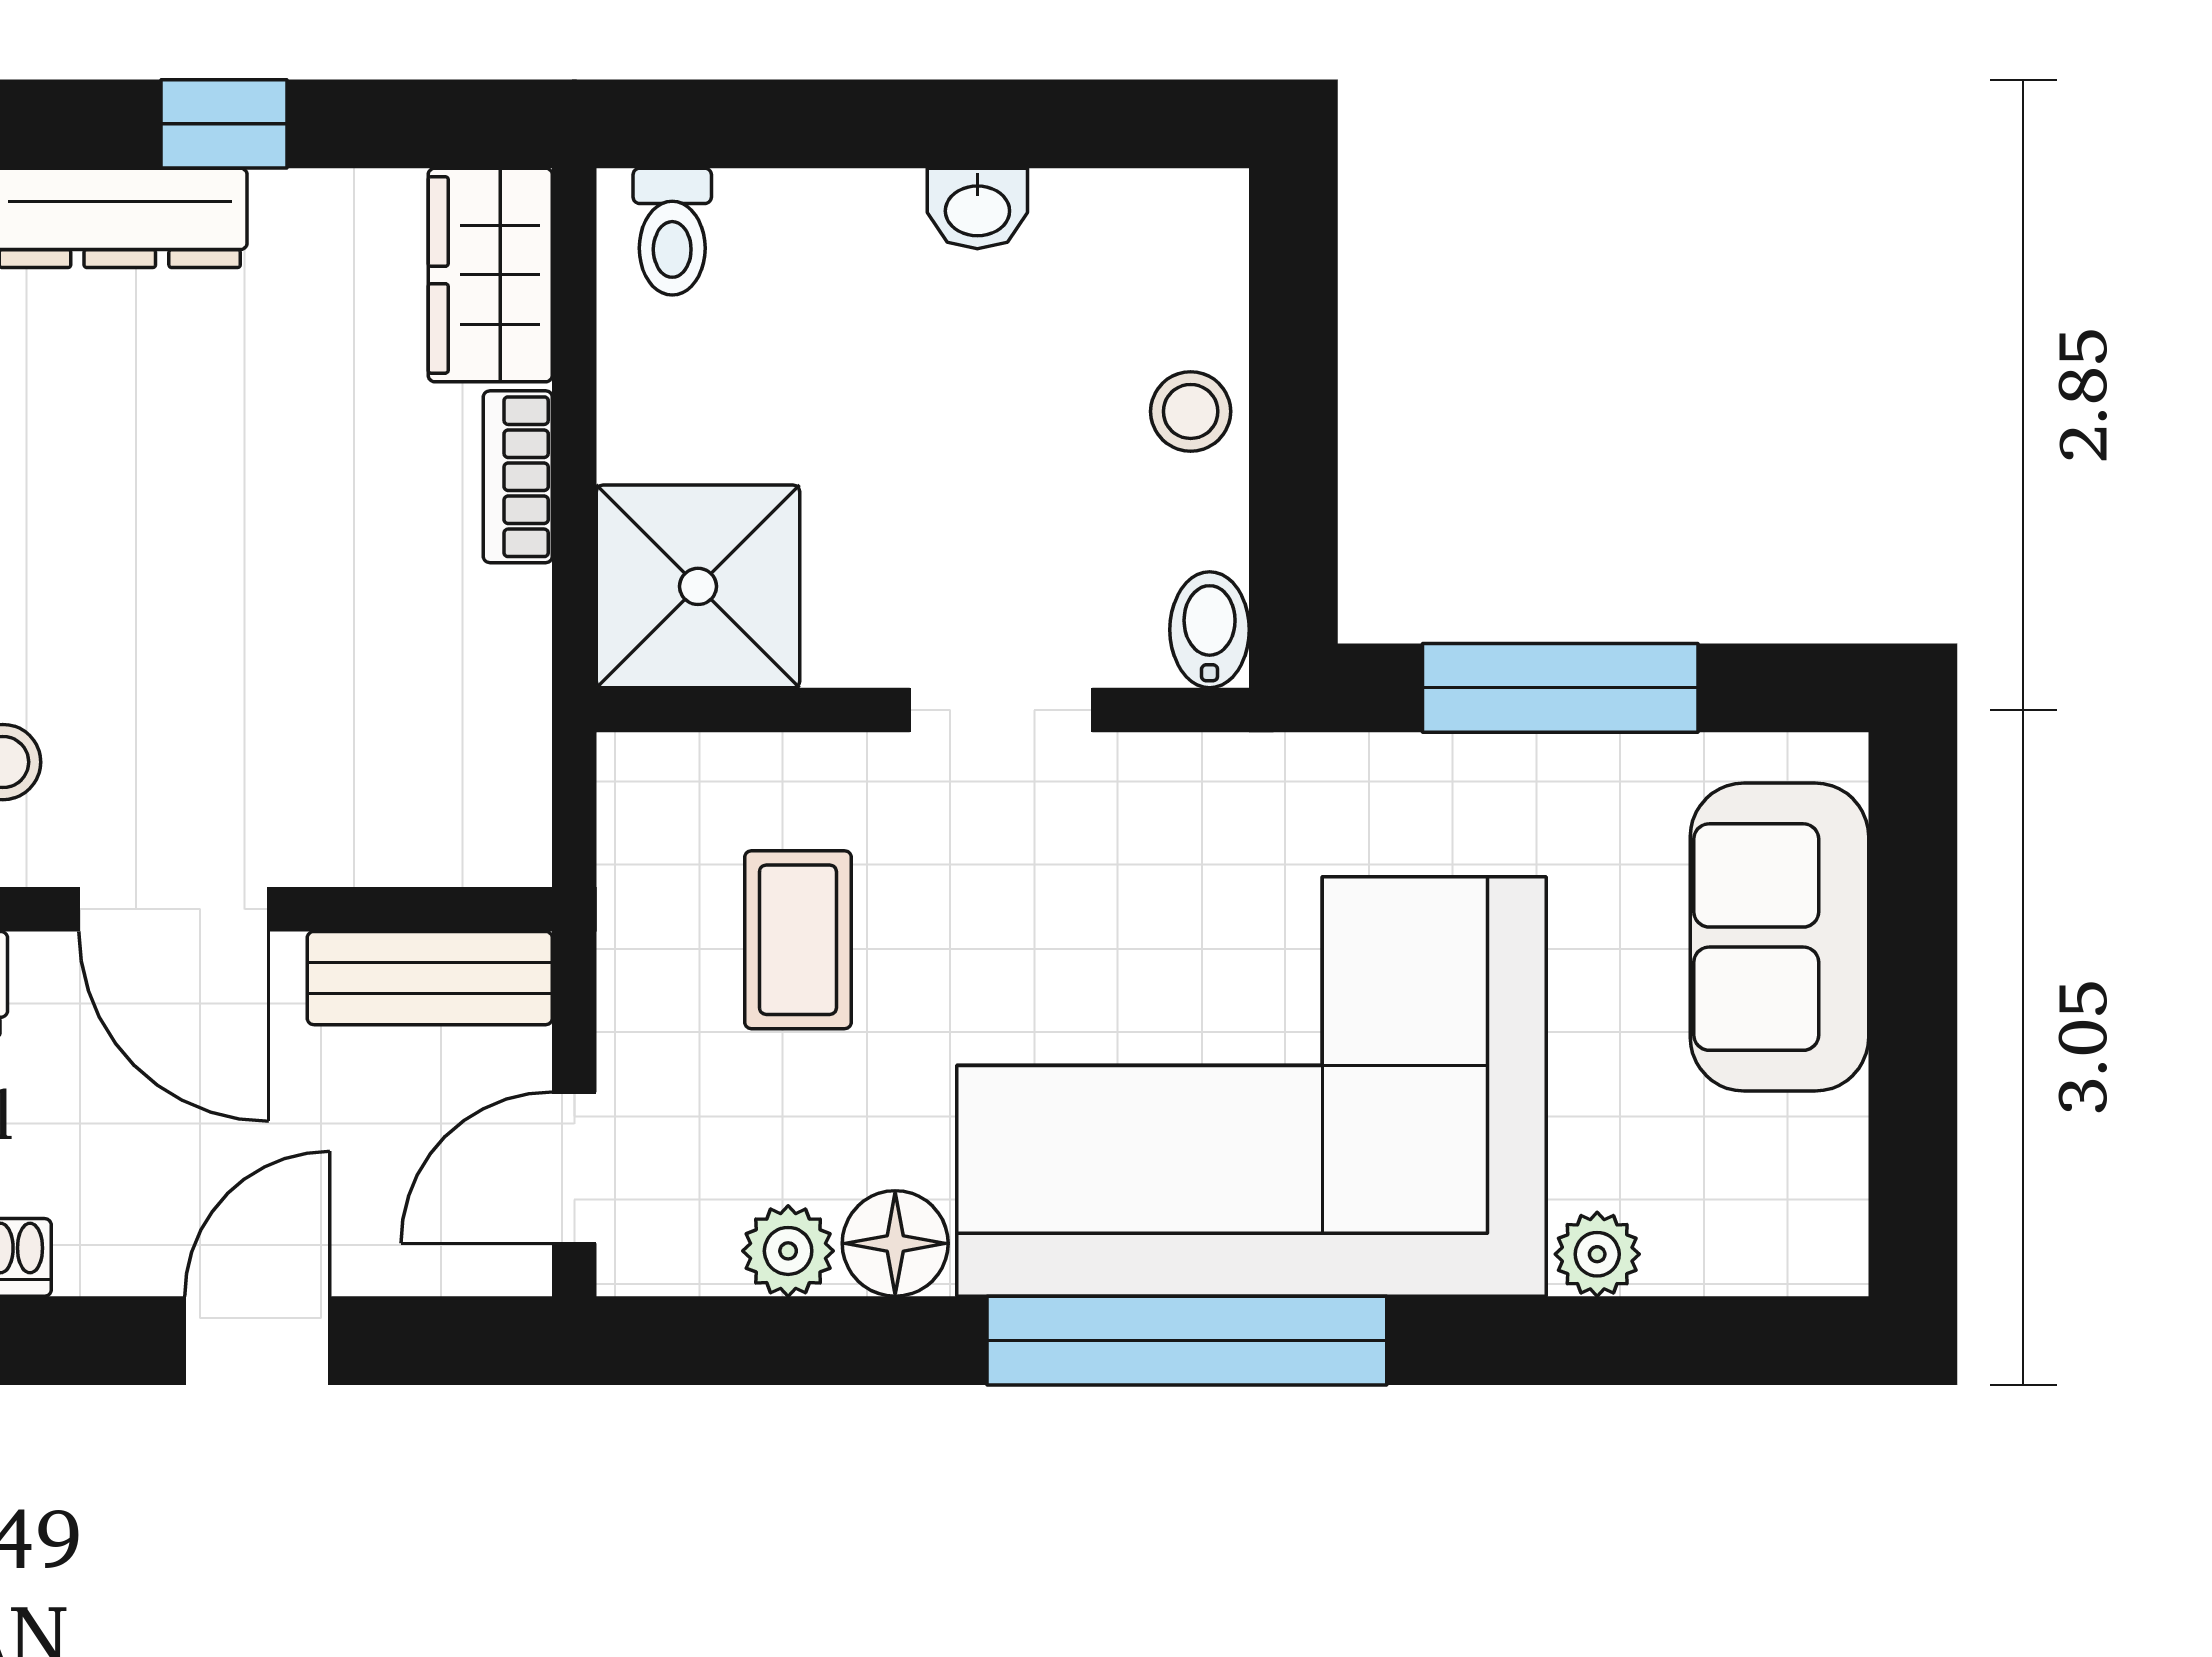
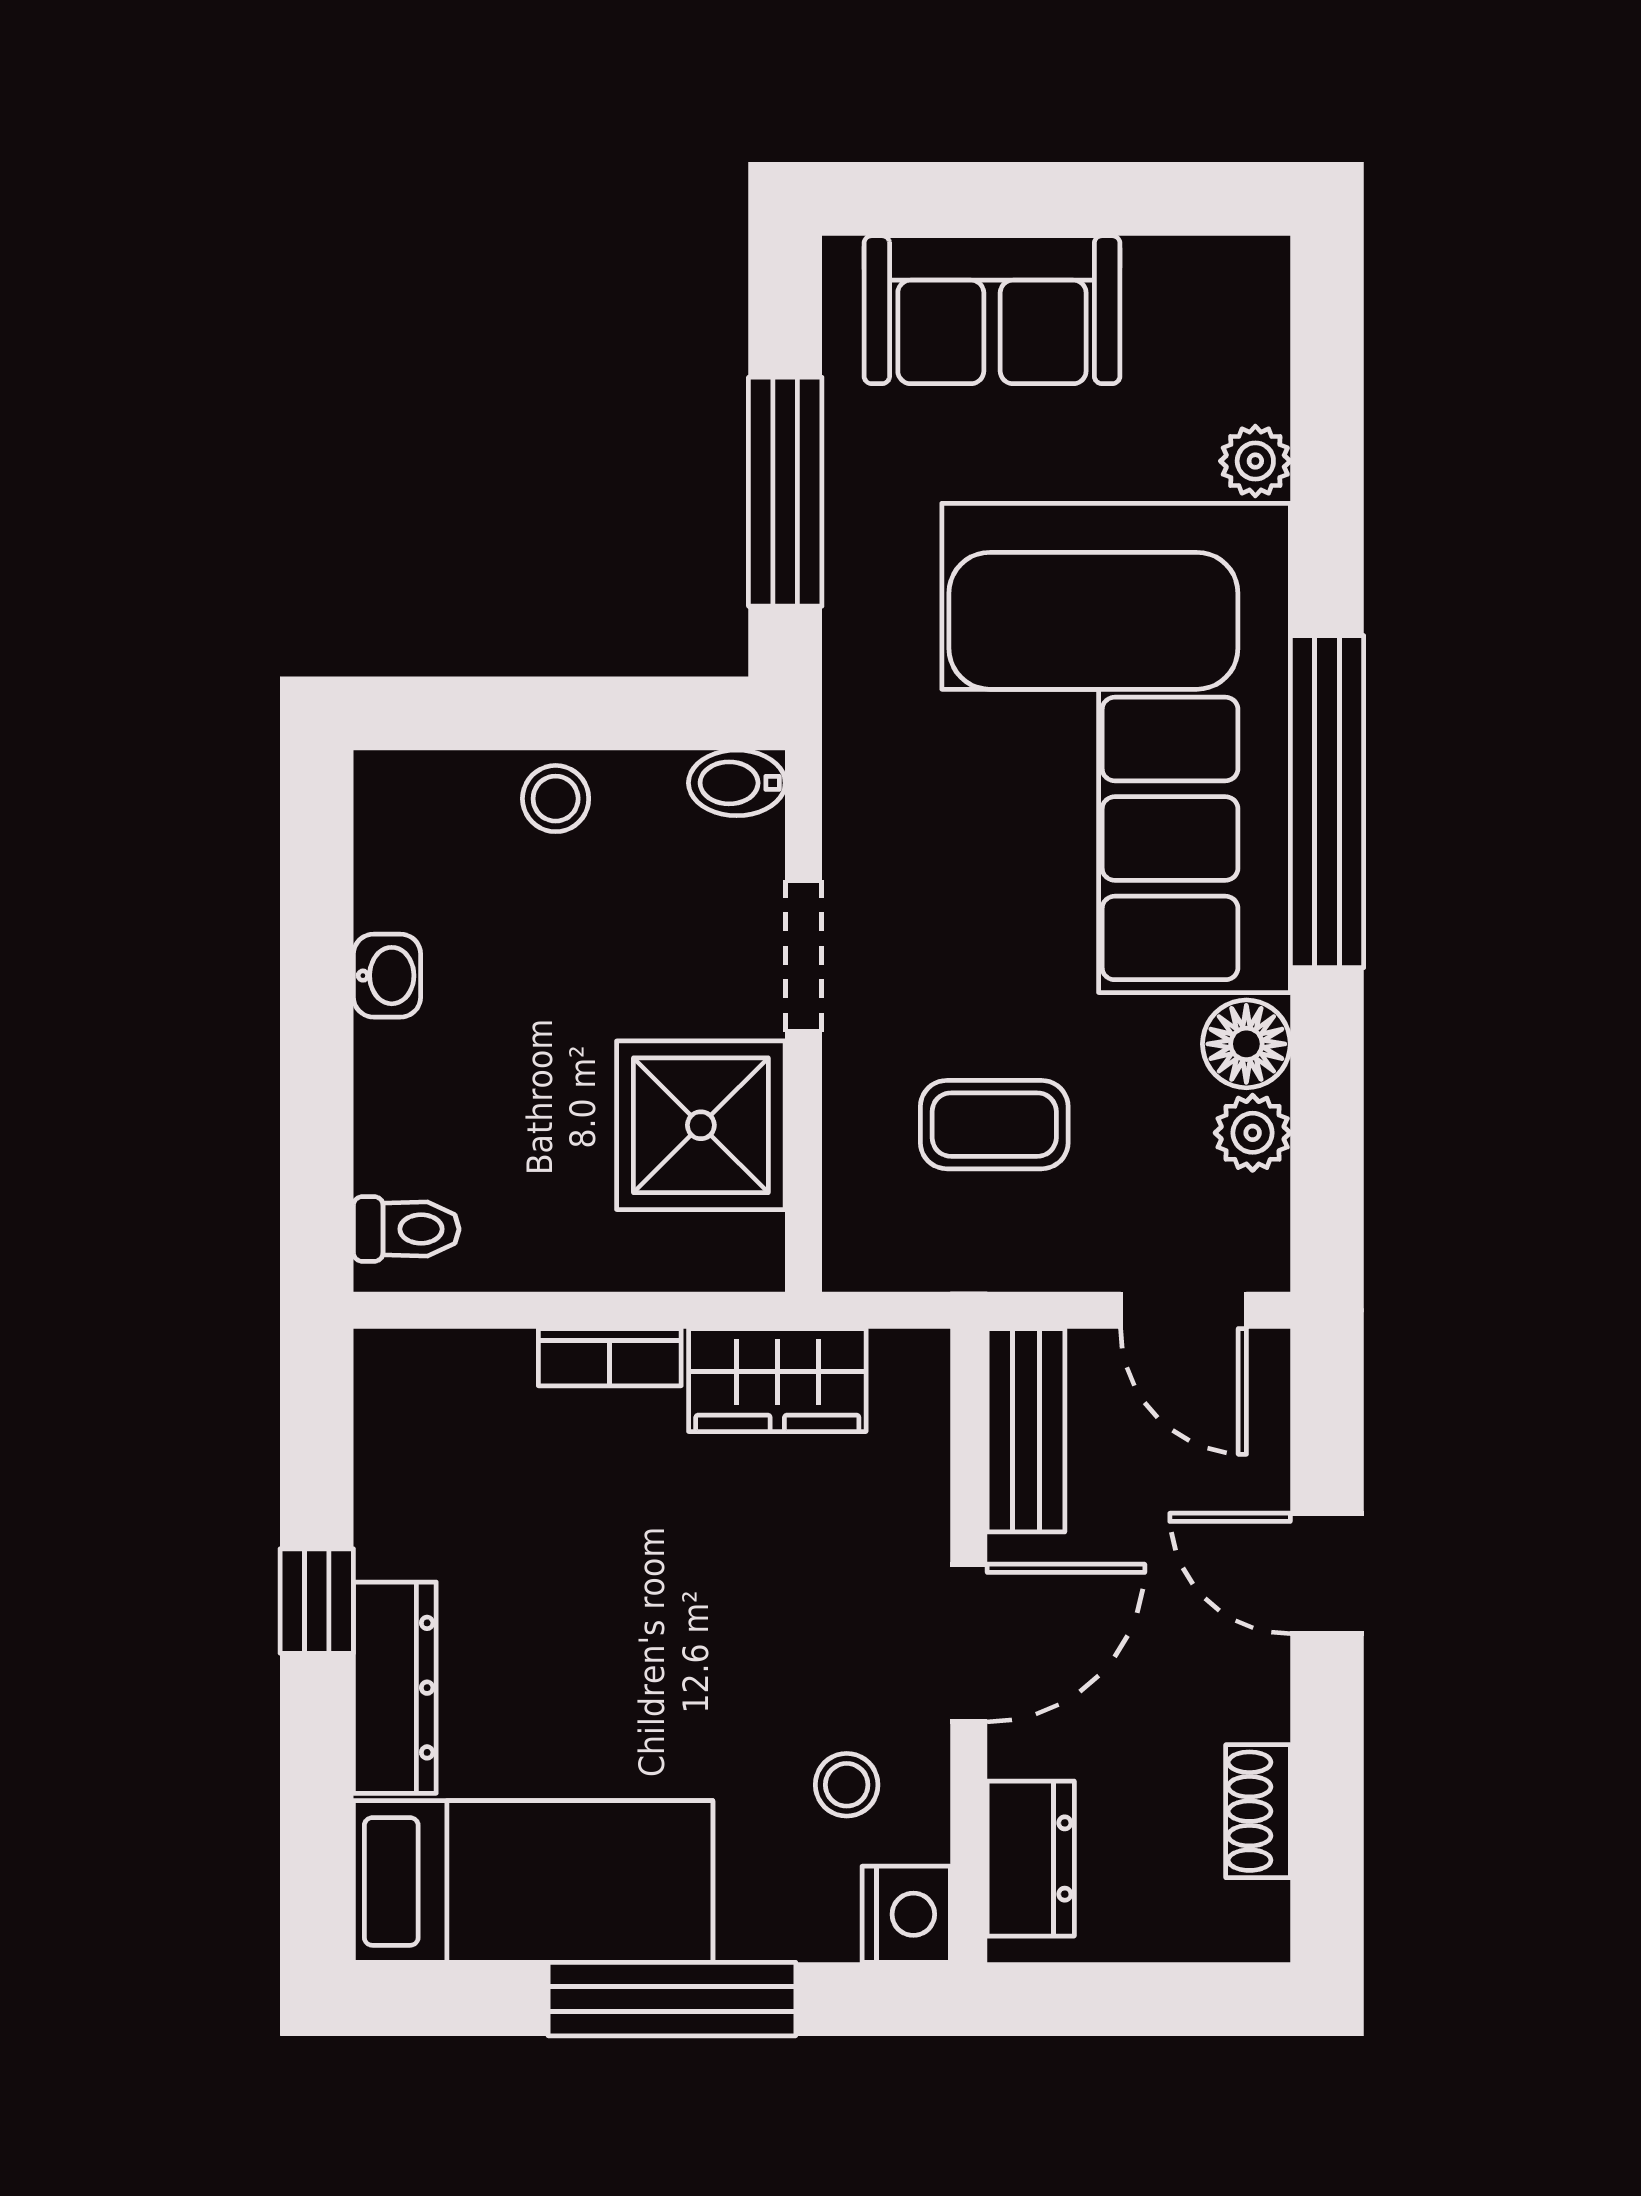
wardrobe: (490, 275) -> (777, 1380), moved
shower: (698, 586) -> (701, 1125), moved

